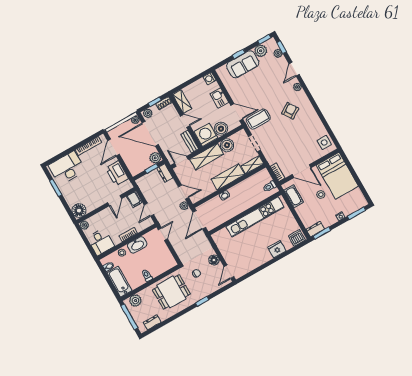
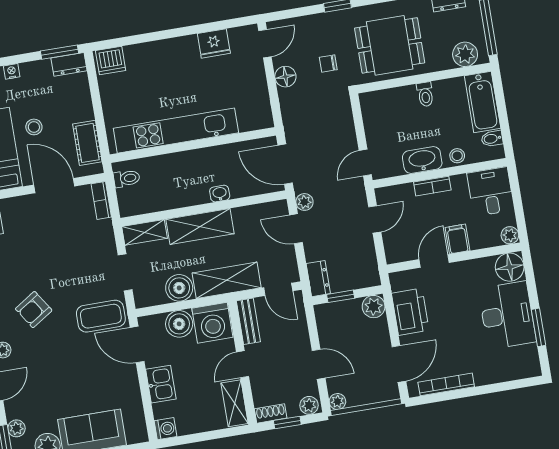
door: (185, 121) -> (243, 364), hinge flipped
door: (150, 134) -> (319, 364), width x0.53
plant: (155, 158) -> (374, 307), moved
desk: (67, 168) -> (507, 315), moved, turned -90
filing cabinet: (134, 200) -> (457, 239), moved
door: (199, 220) -> (285, 164), swing flipped
fridge: (277, 249) -> (214, 43), moved

